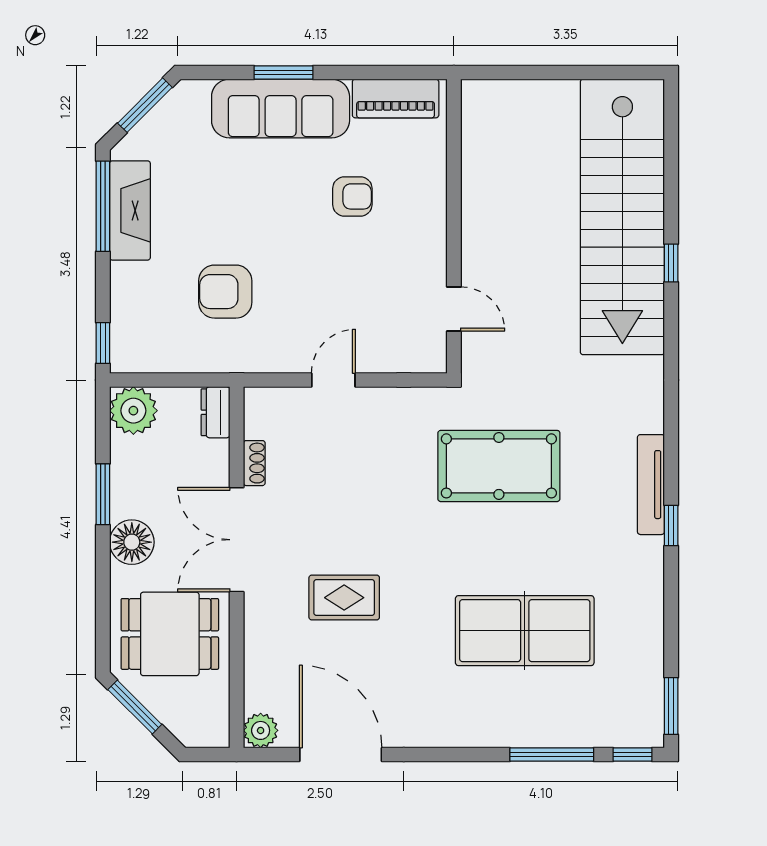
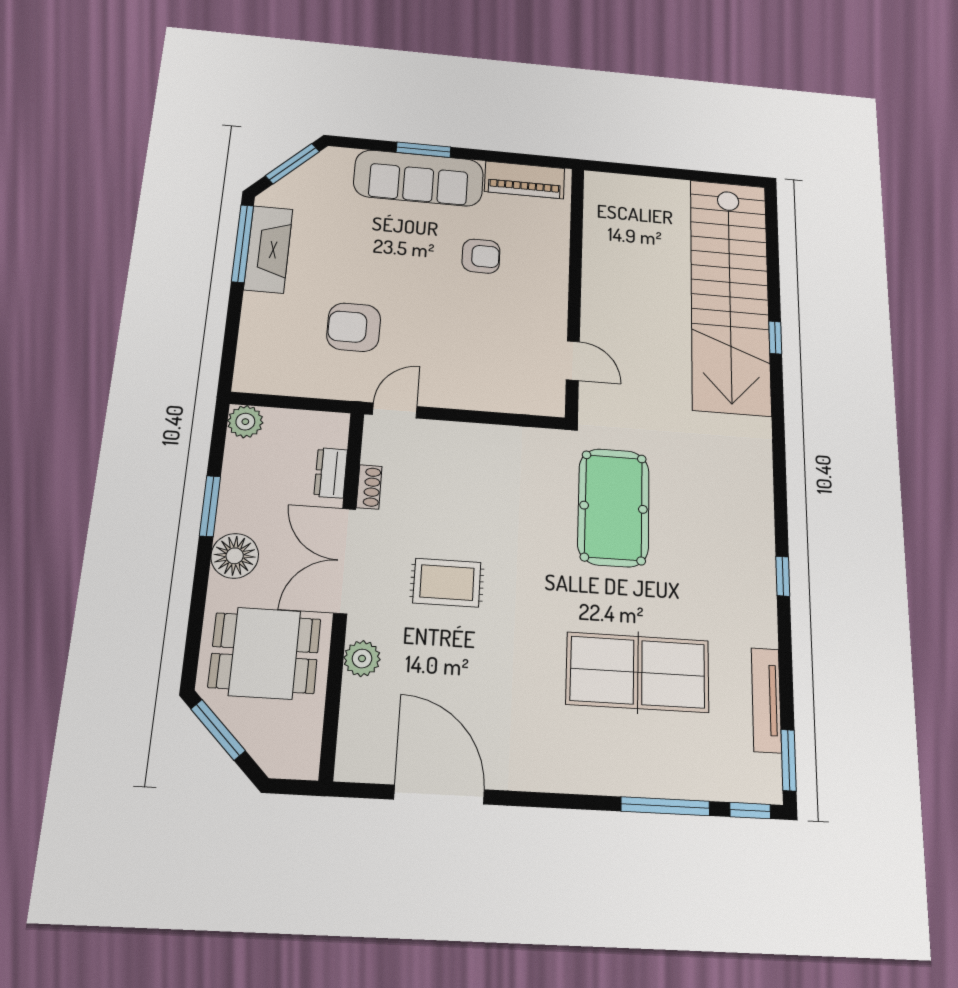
window: (103, 343) -> (228, 363), removed
door: (333, 380) -> (395, 411), moved
plant: (133, 411) -> (245, 422), width x0.73, depth x0.73
dresser: (216, 412) -> (331, 473), moved
pool table: (499, 466) -> (614, 507), turned 90
tv unit: (651, 485) -> (766, 700), moved
rug: (344, 598) -> (447, 583), moved
plant: (261, 730) -> (362, 659), moved

